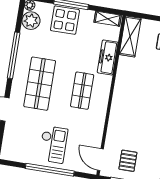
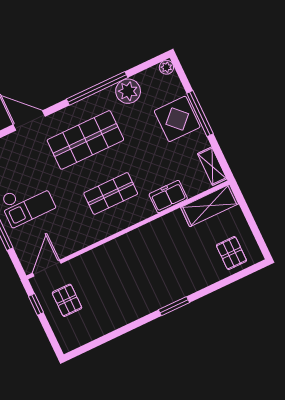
plant: (31, 21) -> (128, 91), moved
freezer: (108, 57) -> (168, 197), width x0.71
pallet: (128, 161) -> (67, 300), turned 90

